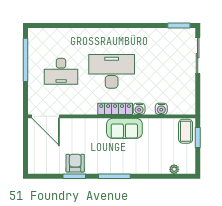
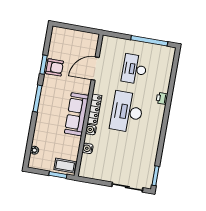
printer: (89, 34) -> (162, 98), added
desk: (112, 71) -> (127, 112), turned 180
door: (46, 116) -> (95, 69), moved
sofa: (124, 128) -> (77, 114), width x1.36

